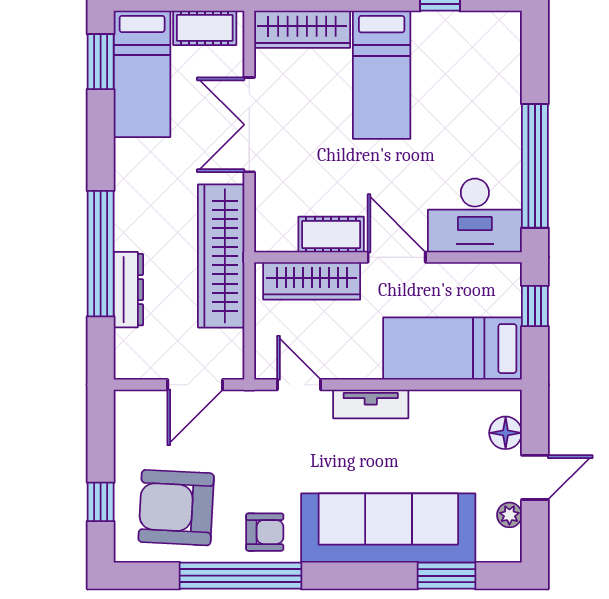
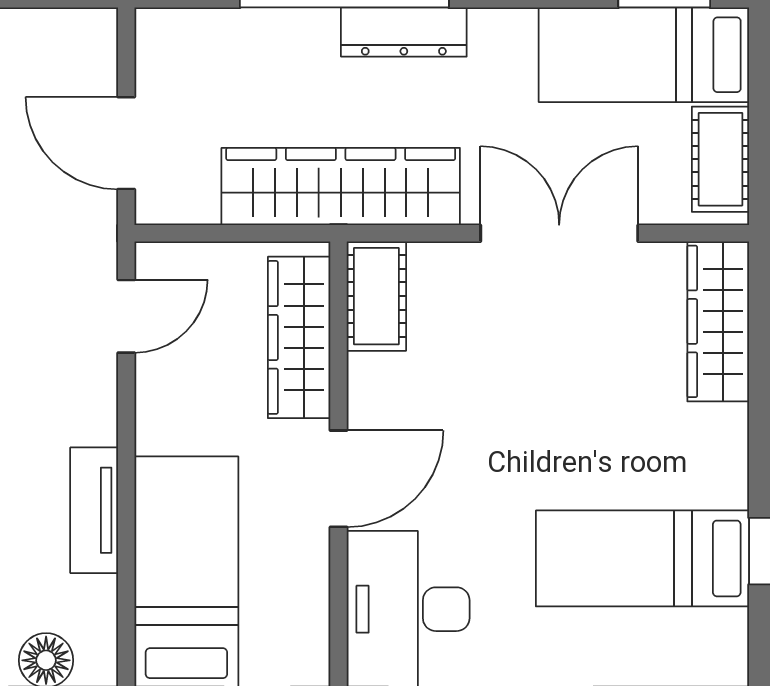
bed: (382, 75) -> (642, 558), moved
cot: (331, 235) -> (376, 296), moved
dresser: (128, 290) -> (404, 32), moved
tv unit: (371, 404) -> (94, 510), moved

